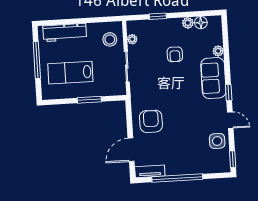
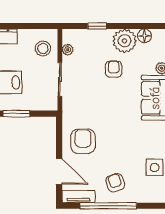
plant: (188, 23) -> (124, 41), width x1.88, depth x1.88
armchair: (175, 54) -> (114, 69), turned 180
door: (131, 150) -> (59, 171), swing flipped
armchair: (182, 157) -> (115, 183), added

